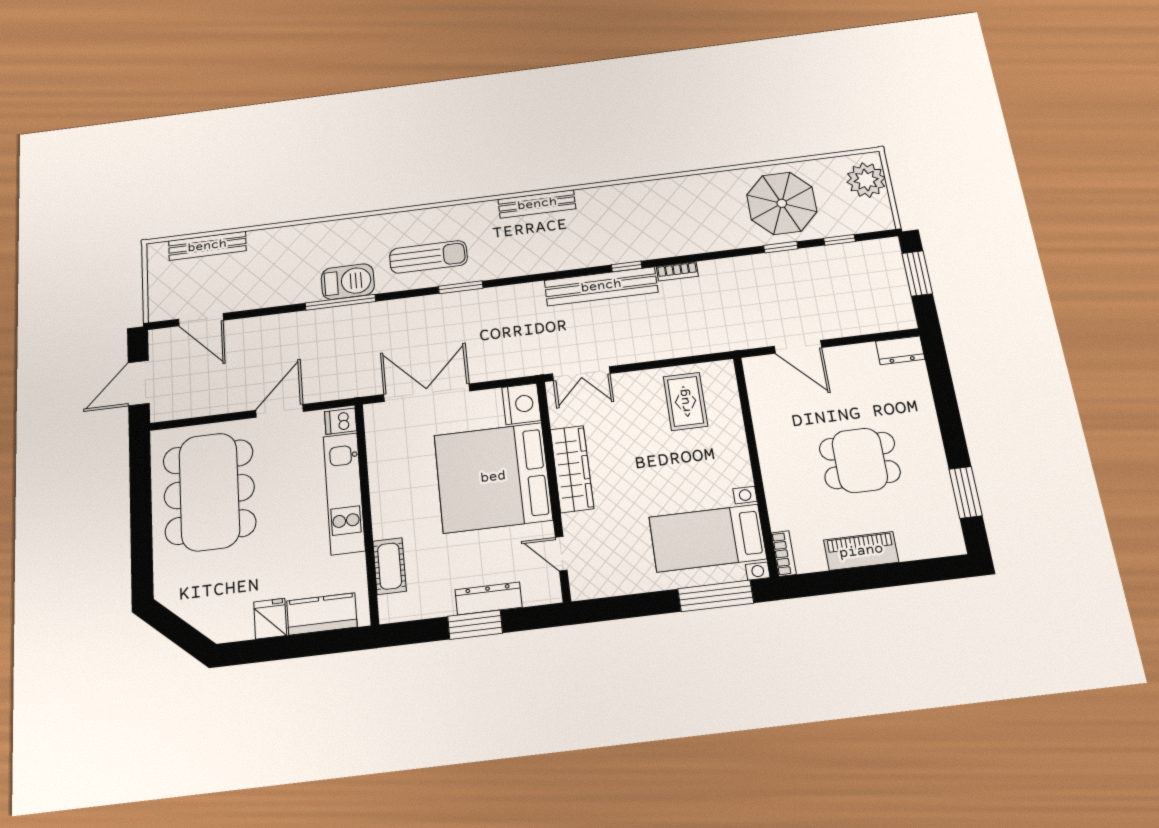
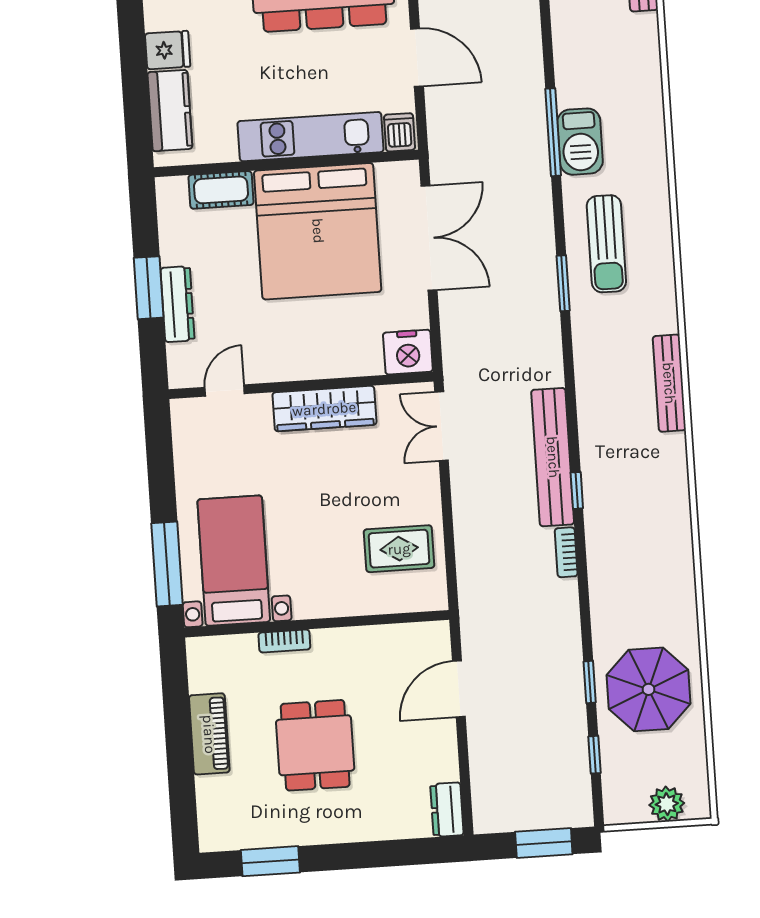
plant: (866, 180) -> (667, 804), width x0.73, depth x0.73
bed: (493, 477) -> (318, 231), moved, turned 180
bookcase: (784, 554) -> (284, 641), moved

